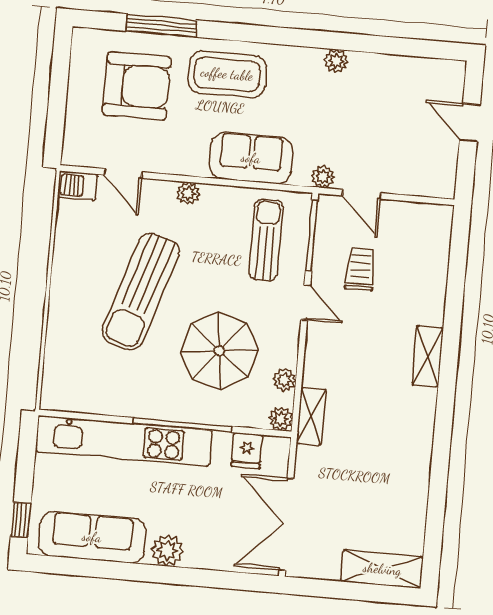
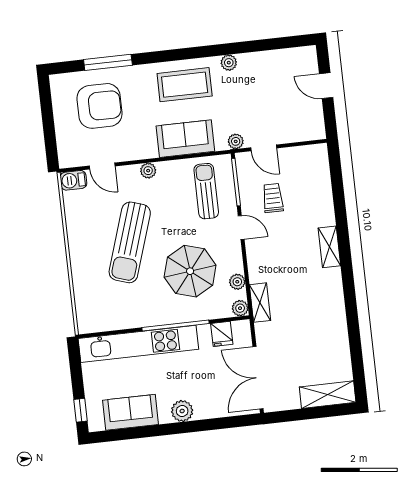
coffee table: (227, 74) -> (185, 85), moved
sofa: (92, 537) -> (130, 412), width x0.73

